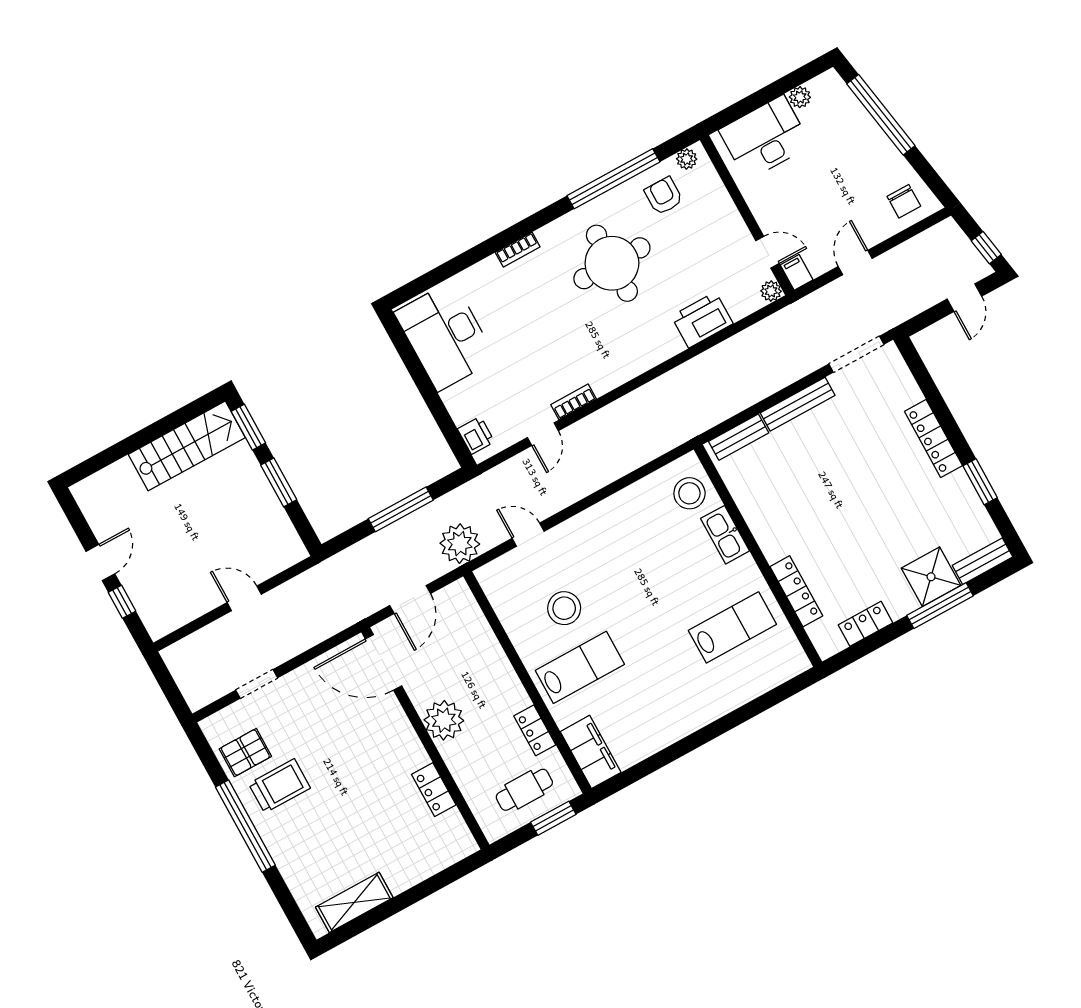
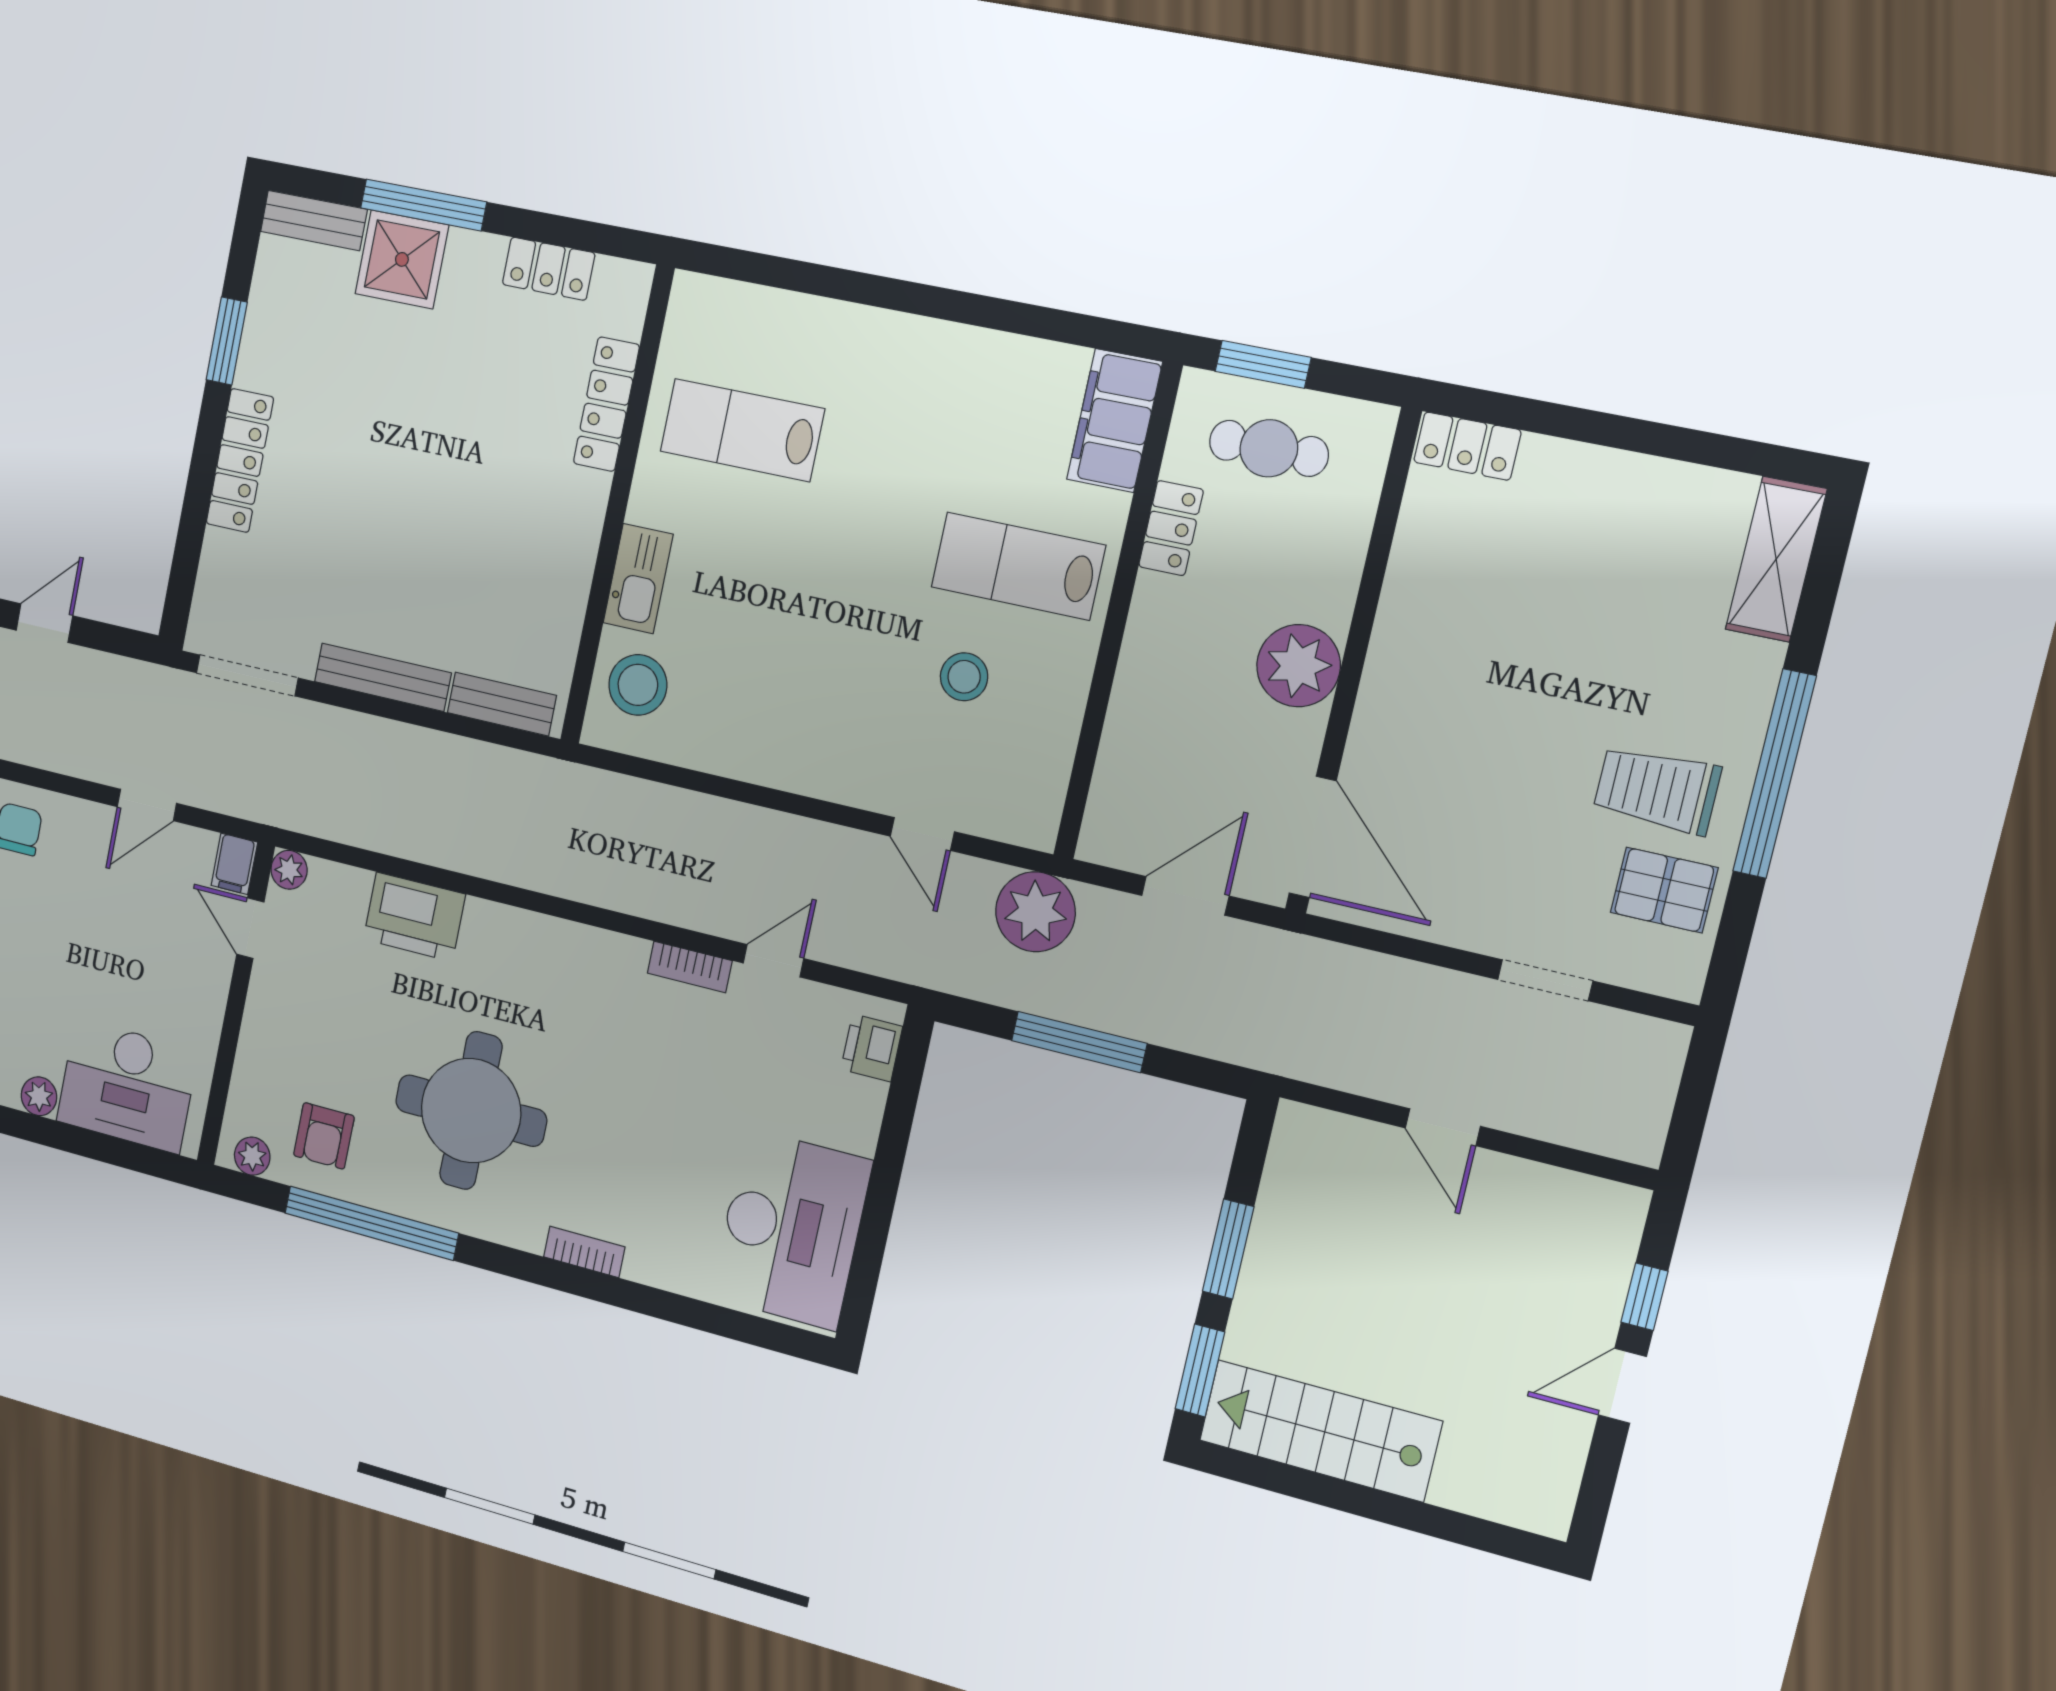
stool: (564, 608) -> (964, 677), width x0.73, depth x0.73
locker: (434, 790) -> (1467, 446), moved, turned 90
shelving: (354, 902) -> (1776, 559), moved, turned 90

